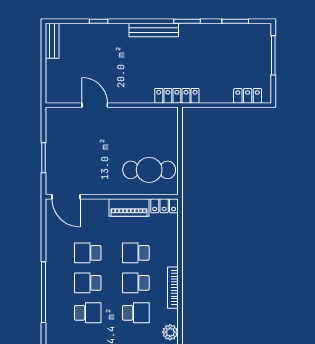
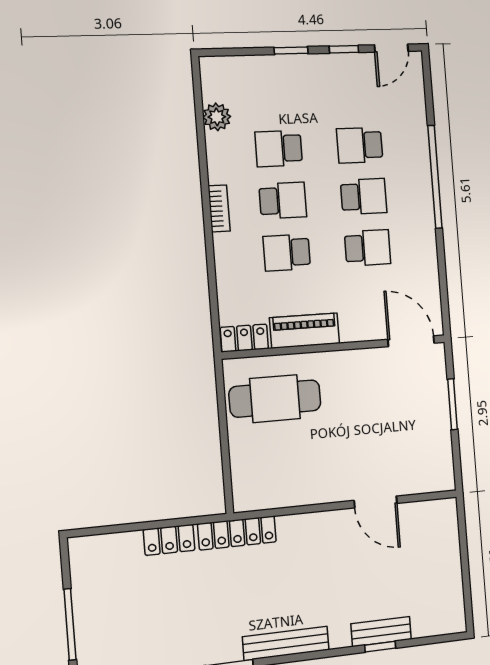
bench: (52, 41) -> (381, 632), moved, turned 90
locker: (248, 96) -> (169, 540), moved
school desk: (136, 253) -> (287, 253), turned 180
bookcase: (173, 288) -> (219, 208), width x0.64

